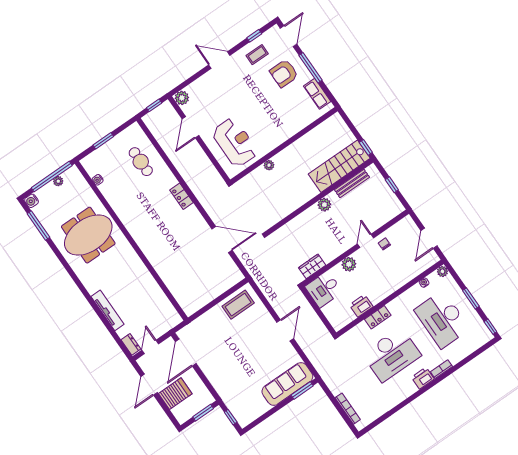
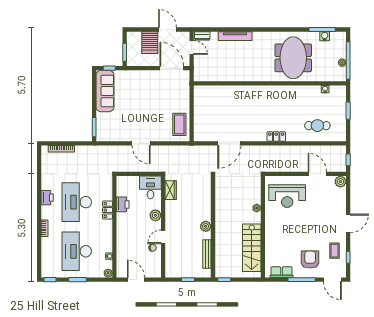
stairs: (339, 166) -> (252, 248), moved, turned 180
water cooler: (32, 201) -> (325, 36), moved
door: (366, 241) -> (163, 237), swing flipped
desk: (442, 319) -> (77, 251), turned -90
printer: (423, 378) -> (47, 198), moved
sofa: (287, 384) -> (105, 91), moved

